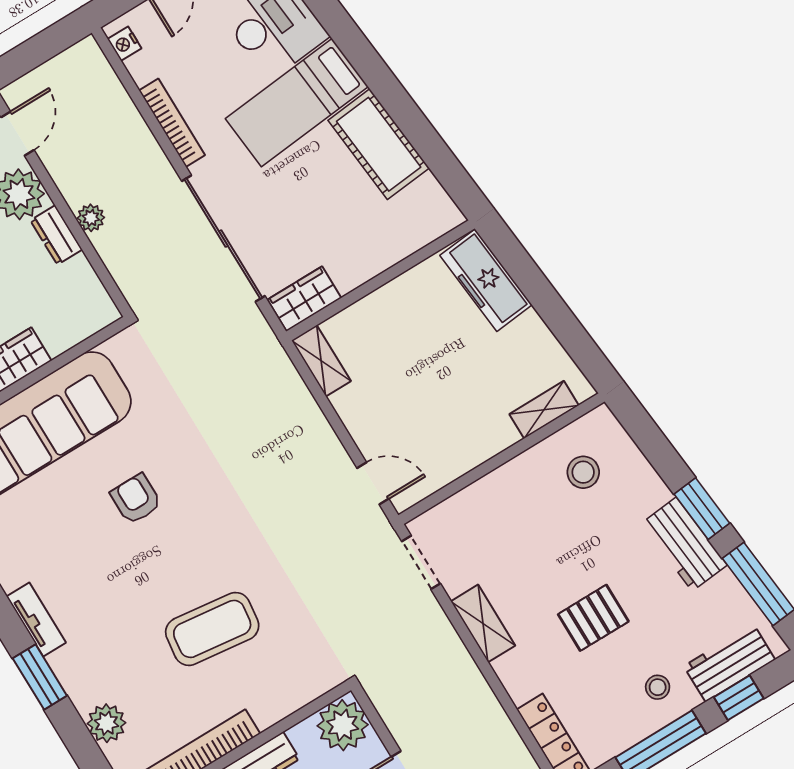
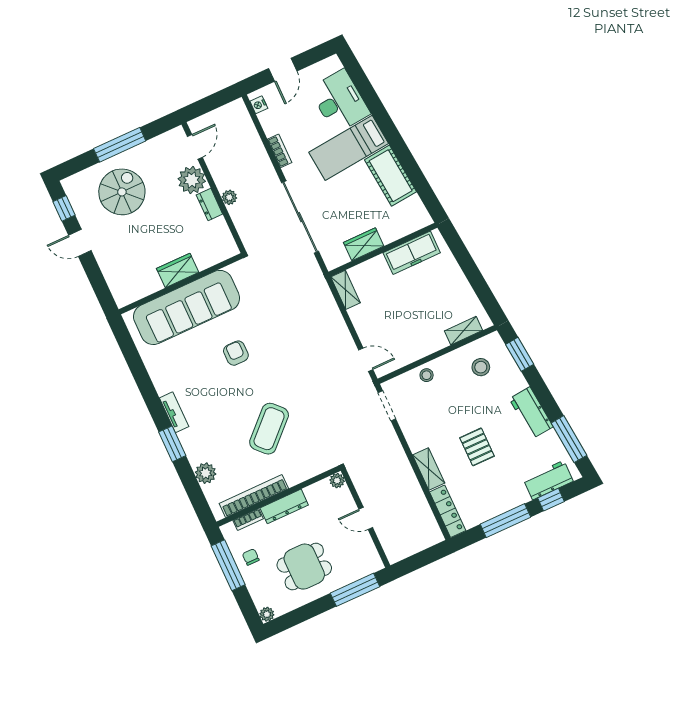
bookcase: (172, 123) -> (280, 151), width x0.64
freezer: (486, 280) -> (412, 253), moved, turned -85
wardrobe: (304, 299) -> (364, 244), moved
window: (702, 509) -> (520, 354), moved
pallet: (593, 618) -> (477, 447), turned 90
shelving: (483, 623) -> (429, 469), moved
coffee table: (212, 629) -> (269, 429), turned -51
stool: (658, 687) -> (427, 375), moved
plant: (343, 725) -> (337, 481), width x0.53, depth x0.53

